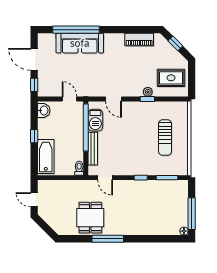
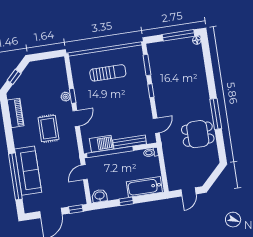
rug: (171, 78) -> (48, 129), moved
door: (114, 99) -> (76, 118), moved

